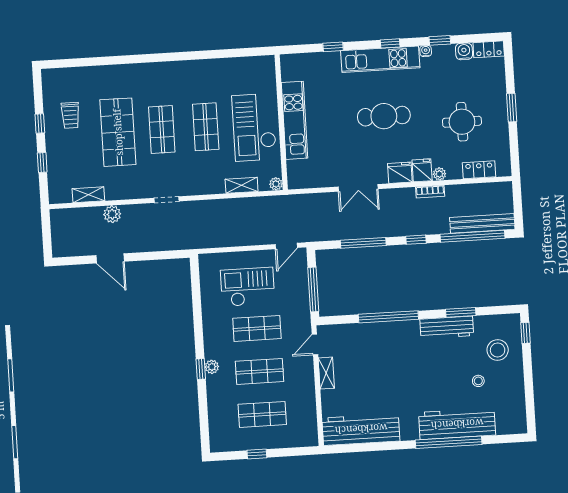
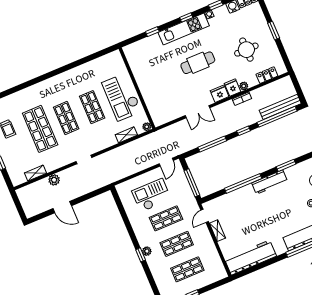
kitchen unit: (295, 120) -> (145, 84), removed
workbench: (447, 327) -> (270, 182), moved

